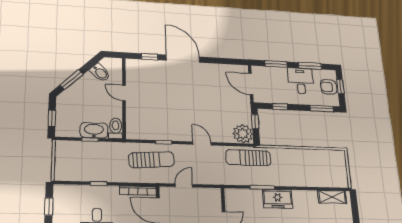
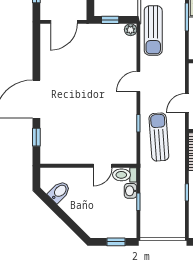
window: (72, 80) -> (70, 222), removed
door: (124, 93) -> (103, 166), moved
washbasin: (94, 130) -> (130, 191), width x0.52, depth x0.69
plant: (243, 134) -> (131, 30), width x0.53, depth x0.53
door: (184, 186) -> (187, 103), hinge flipped

